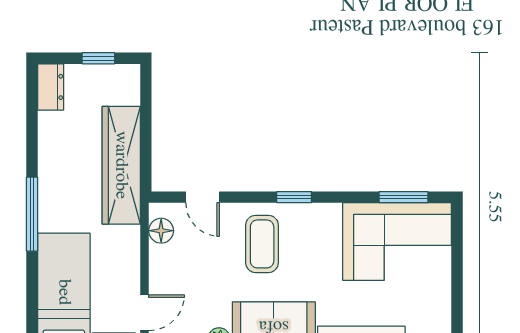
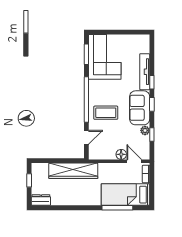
window: (294, 197) -> (86, 99), width x3.17
window: (32, 214) -> (117, 208), moved
floor lamp: (161, 231) -> (121, 154), moved

